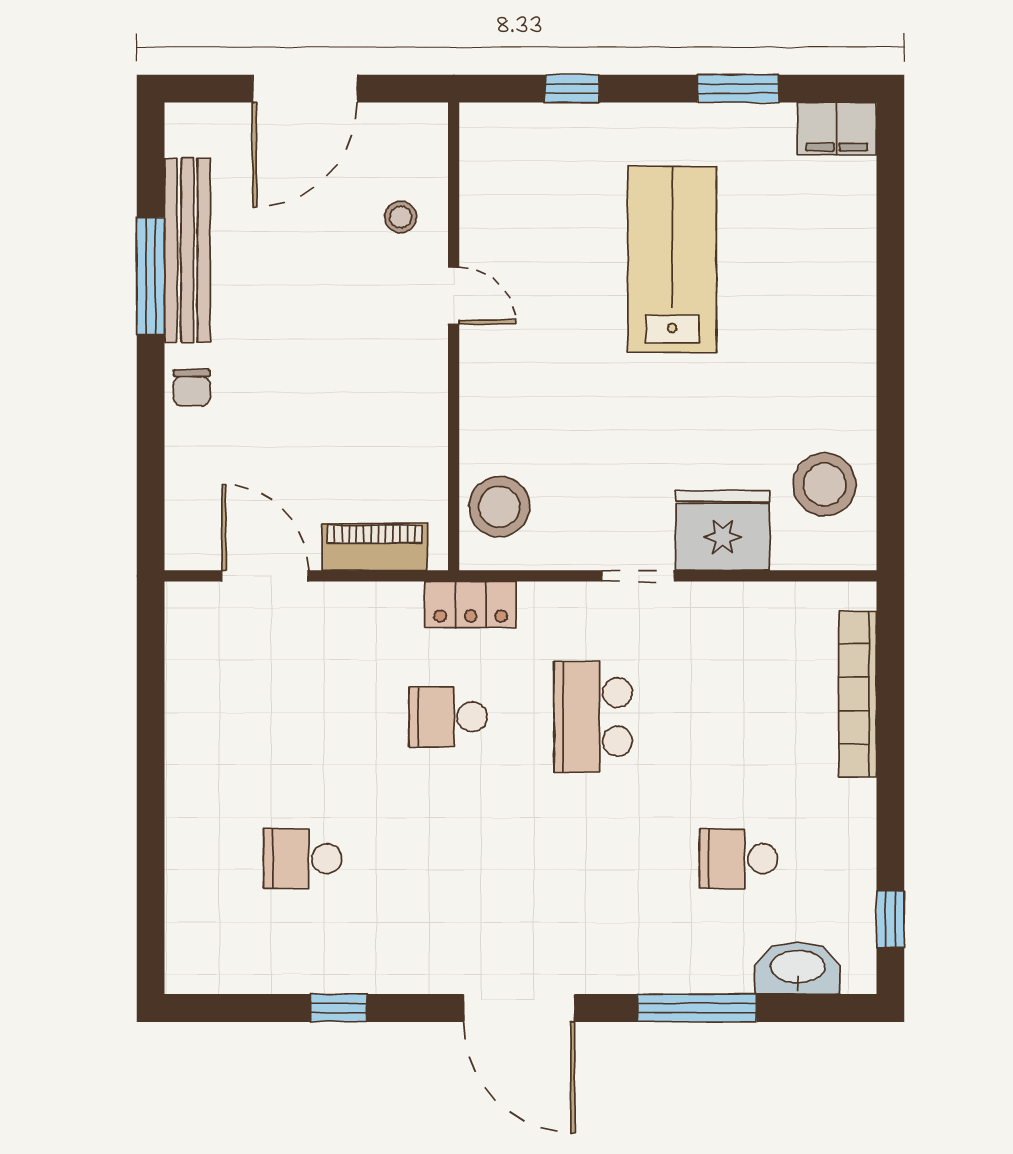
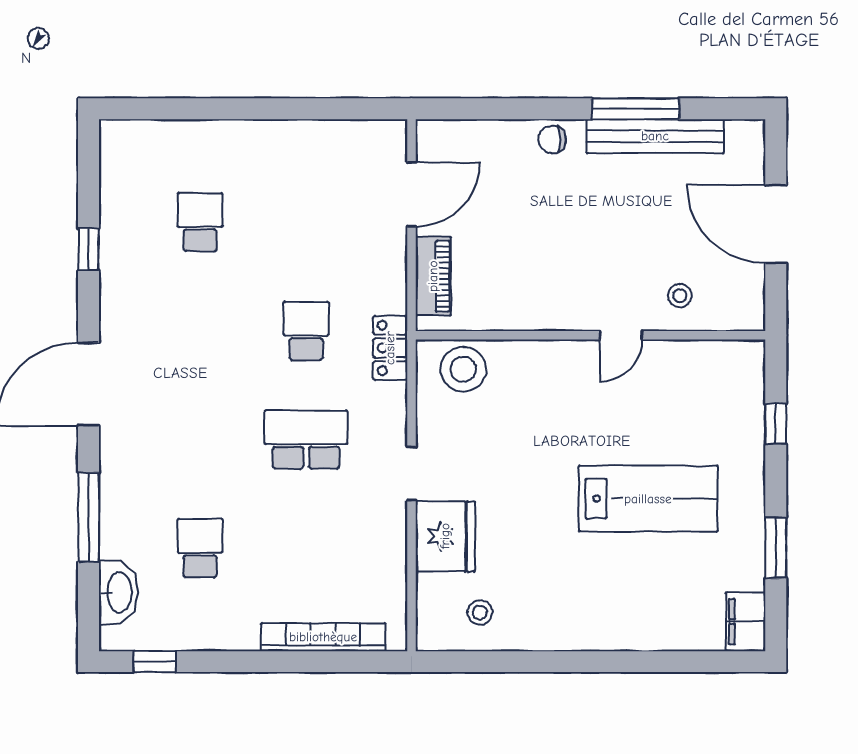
stool: (825, 485) -> (480, 612), width x0.53, depth x0.53

